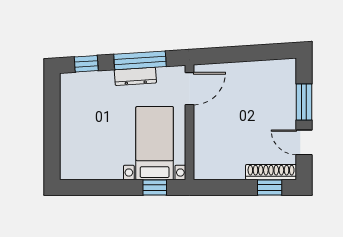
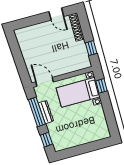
window: (304, 102) -> (35, 20), removed
door: (304, 142) -> (56, 14), hinge flipped
window: (270, 188) -> (91, 48), moved

